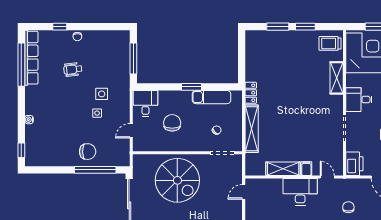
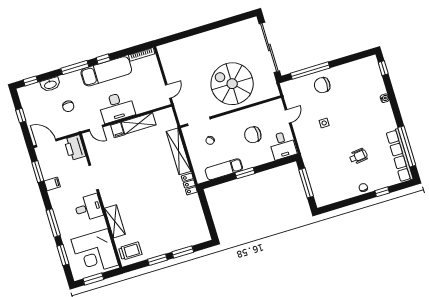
side table: (102, 94) -> (325, 142), removed
chair: (172, 123) -> (253, 135), turned 90

